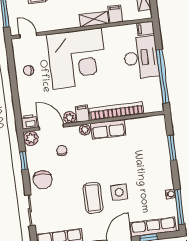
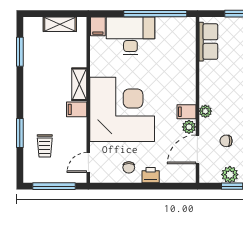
filing cabinet: (115, 14) -> (77, 109), moved
bookcase: (116, 111) -> (189, 72), removed
printer: (29, 122) -> (151, 175), moved, turned 90
row of seats: (108, 129) -> (208, 42), moved
plant: (31, 138) -> (230, 175), moved

